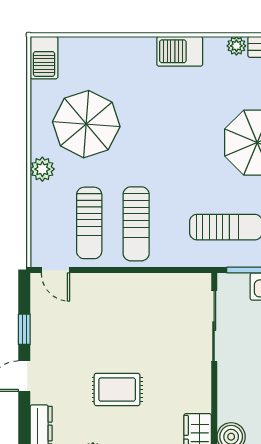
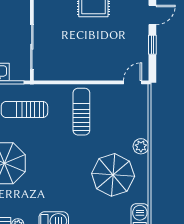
sun lounger: (89, 223) -> (111, 112), removed
door: (55, 270) -> (133, 82), hinge flipped

